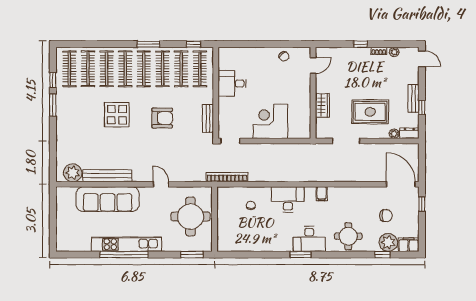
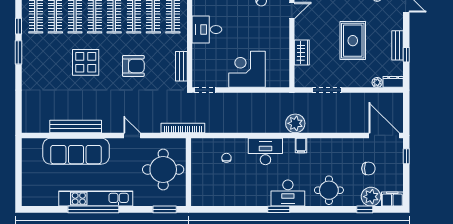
rug: (370, 112) -> (353, 41), moved, turned 90
plant: (73, 173) -> (295, 123), moved
bookcase: (227, 177) -> (183, 128), moved

